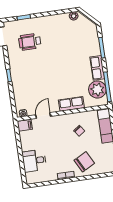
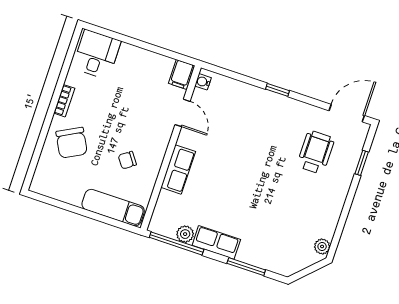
plant: (97, 90) -> (185, 234), width x0.53, depth x0.53
desk: (34, 161) -> (97, 54), moved

